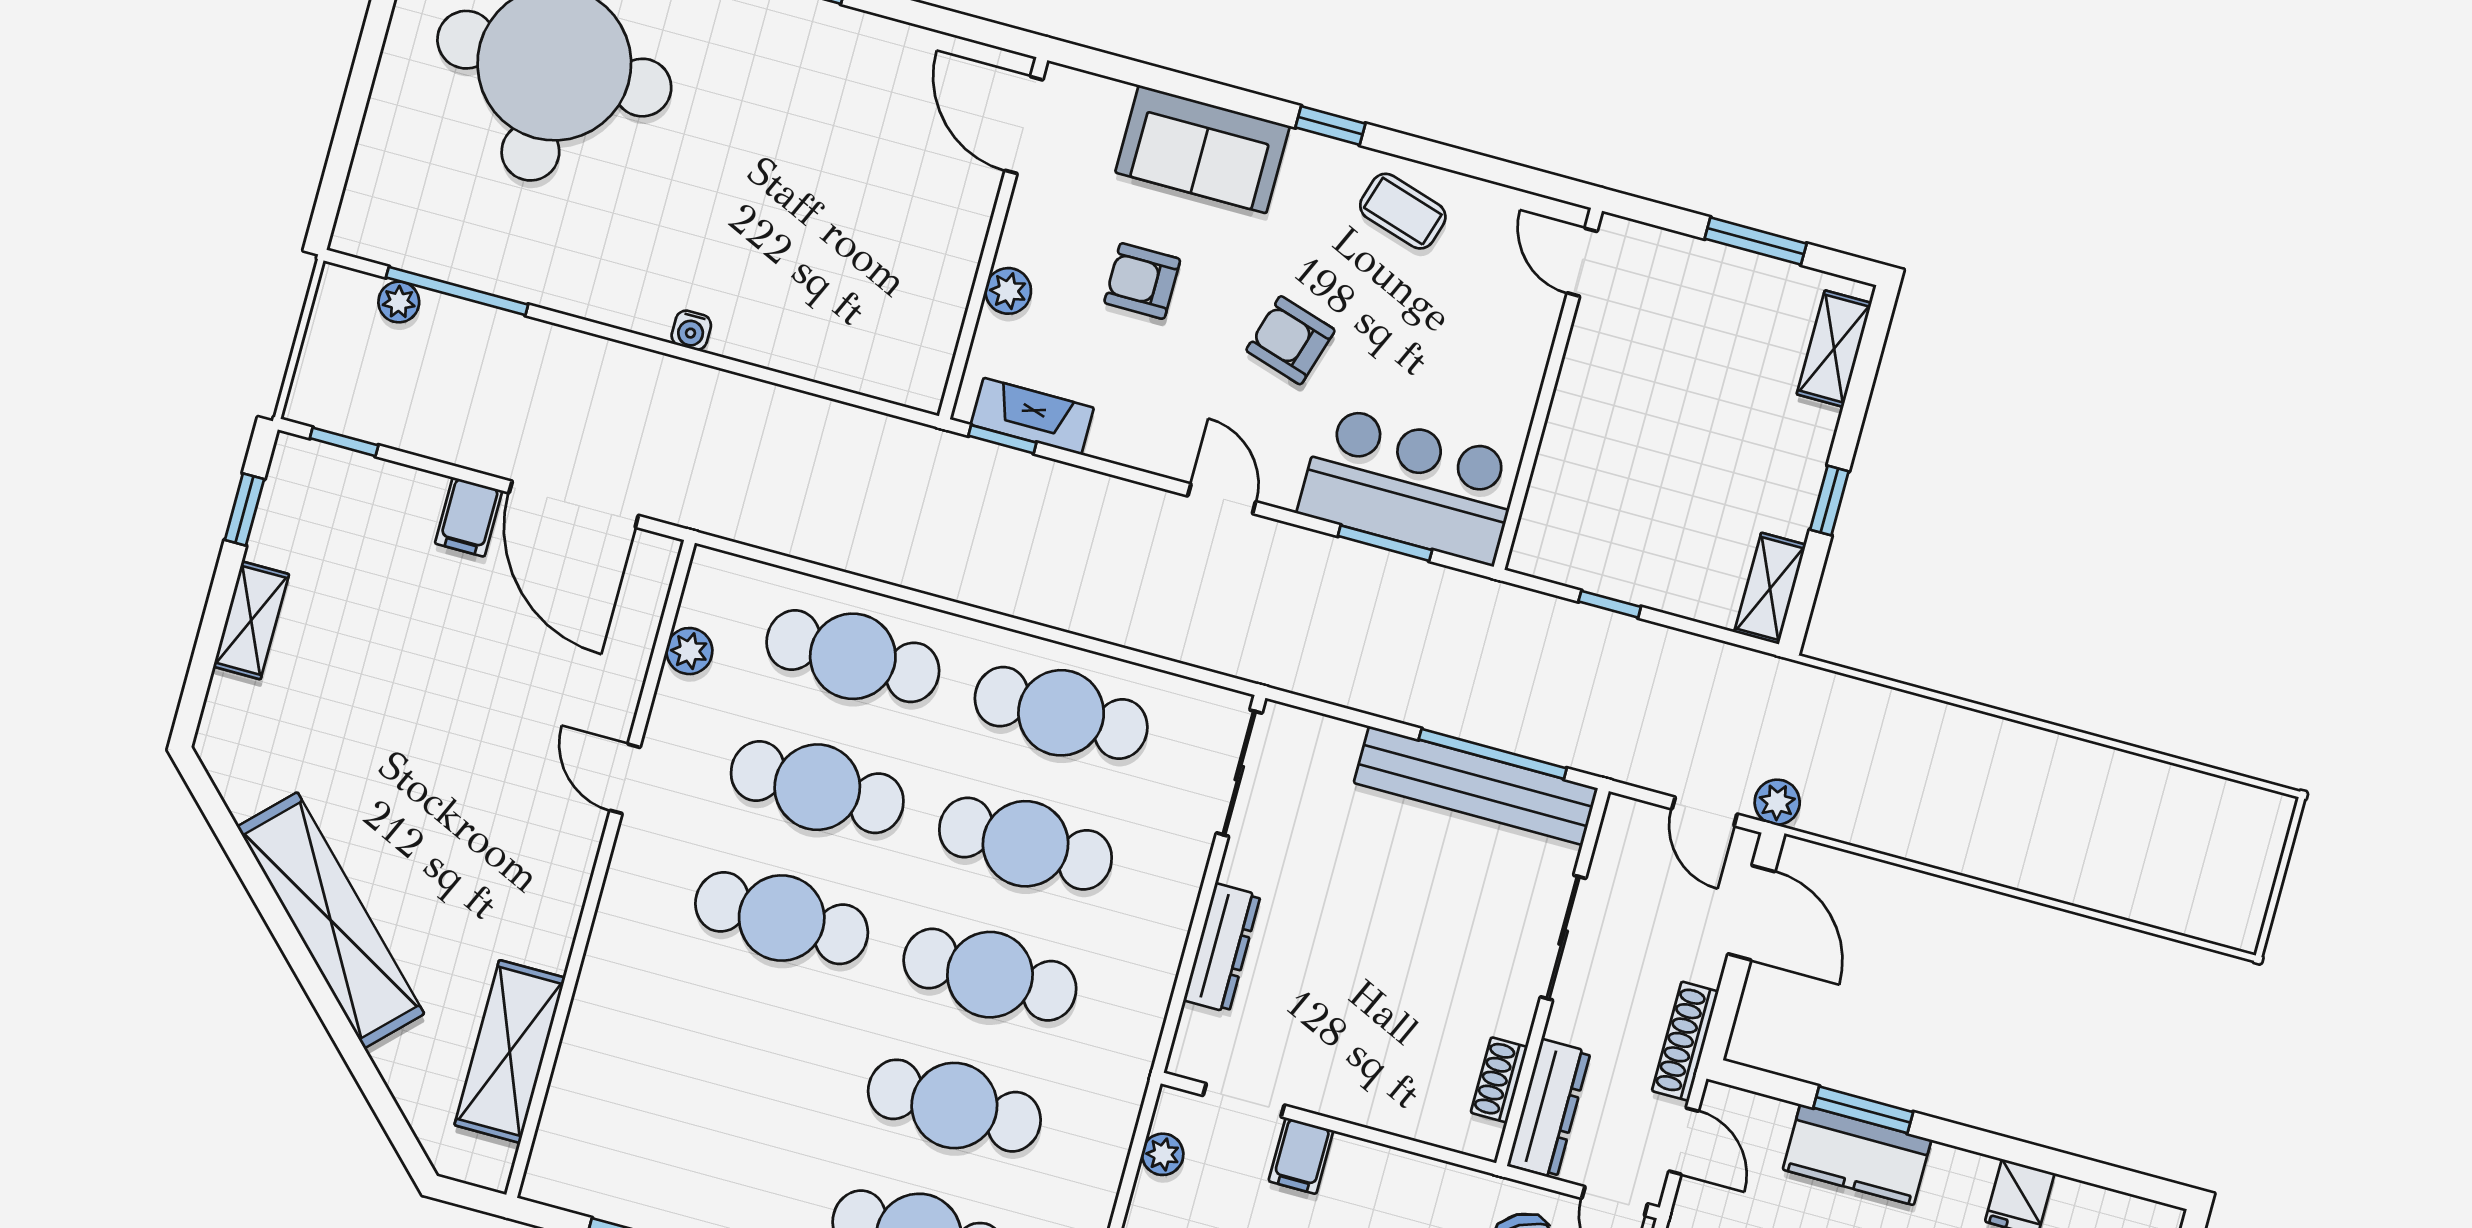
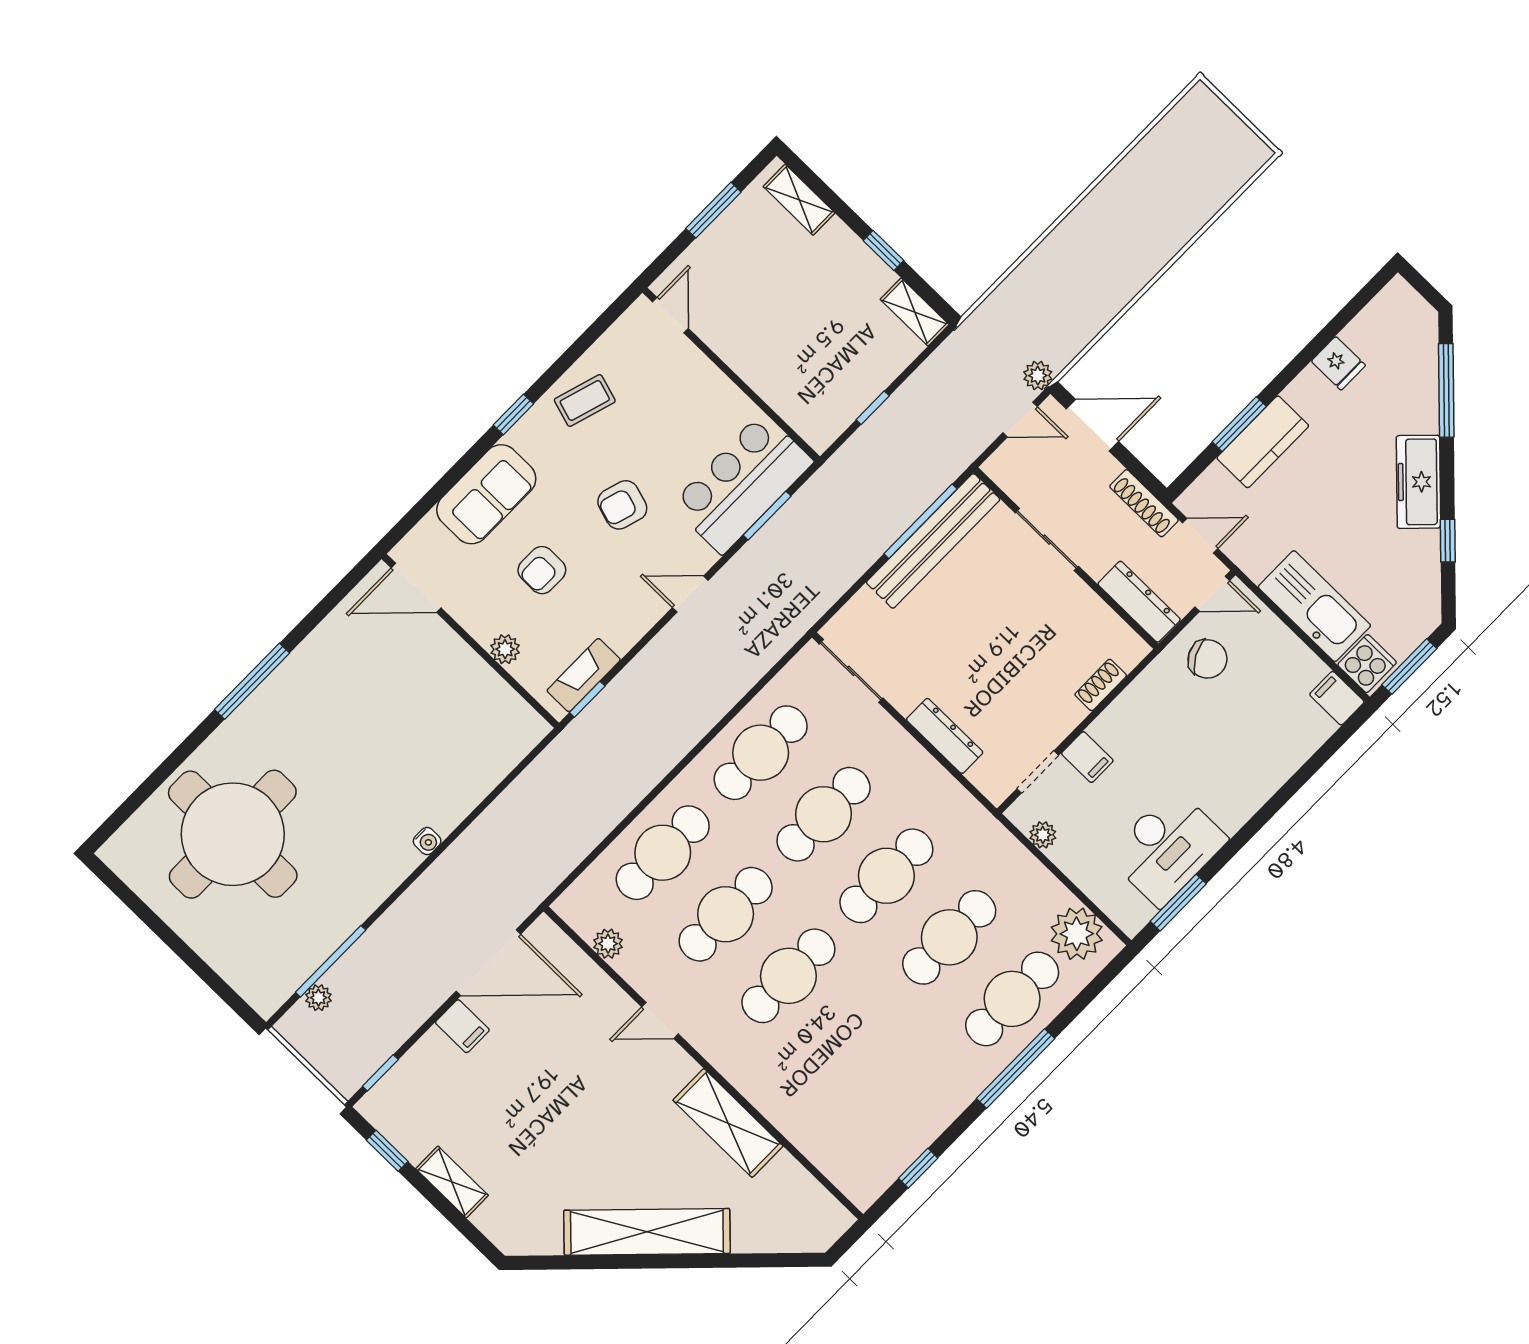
door: (1582, 262) -> (670, 315), swing flipped
shelving: (510, 1051) -> (728, 1123), moved
shoe rack: (1499, 1080) -> (1101, 685), moved, turned 90

